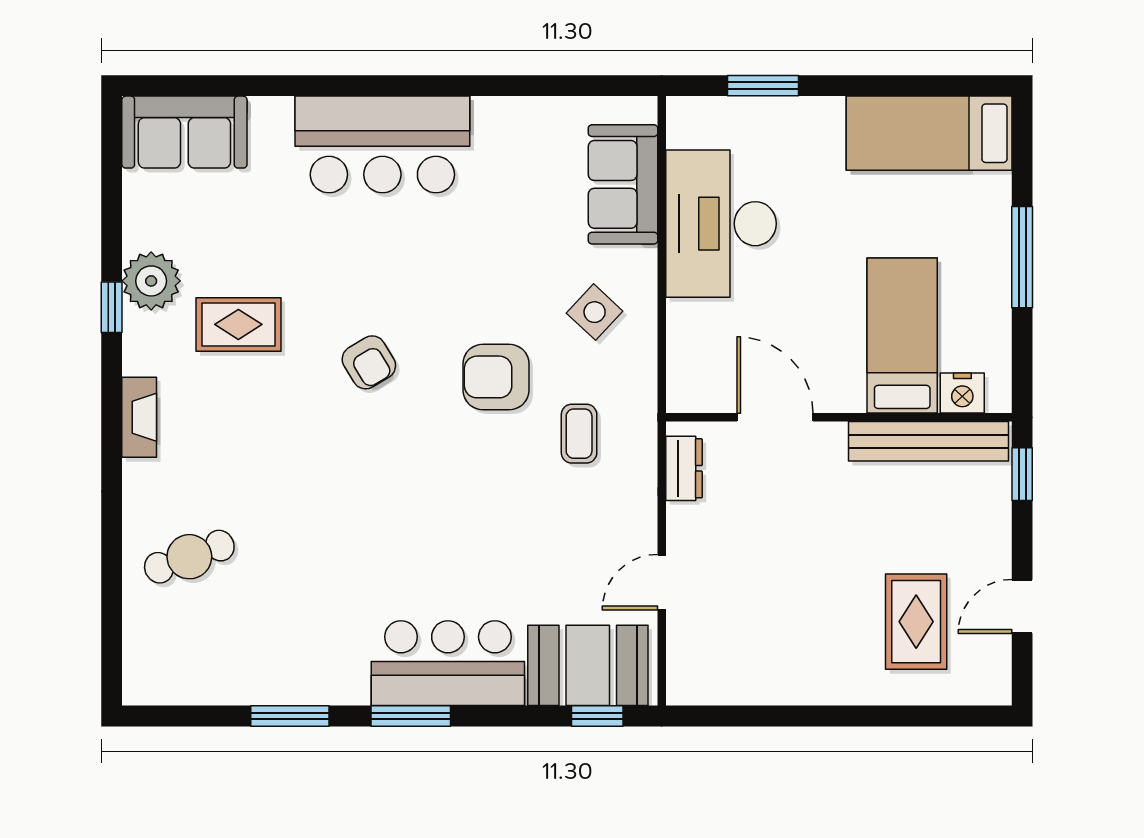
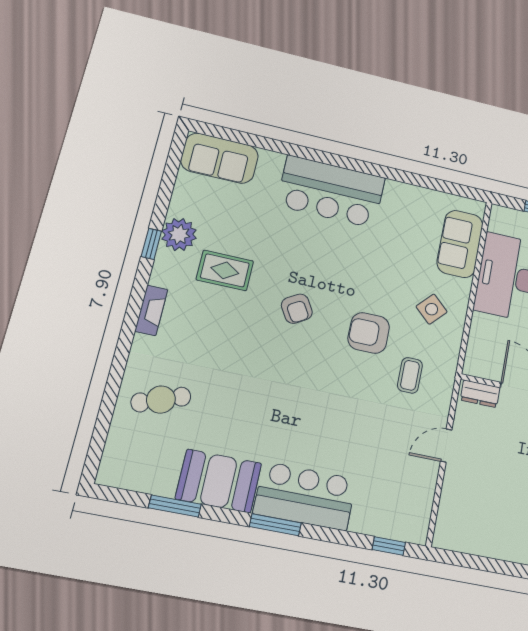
dresser: (684, 468) -> (480, 394), moved, turned 90
door: (662, 582) -> (446, 445), moved
booth: (588, 665) -> (219, 481), moved
window: (290, 716) -> (175, 506), moved

